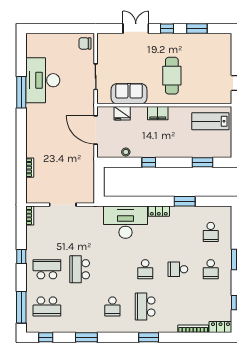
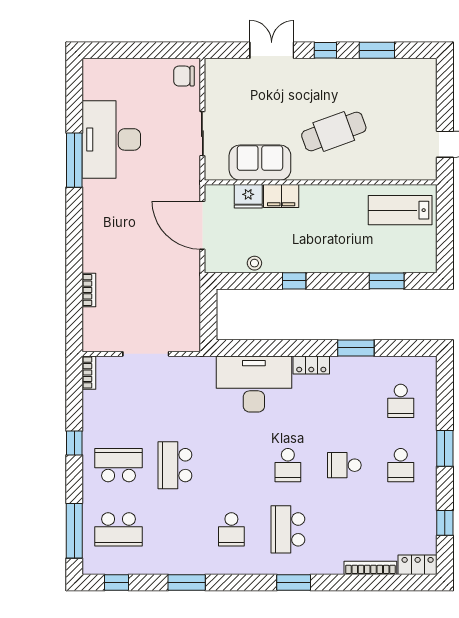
cafe table: (172, 76) -> (334, 132), turned 70
filing cabinet: (158, 113) -> (281, 196), moved

